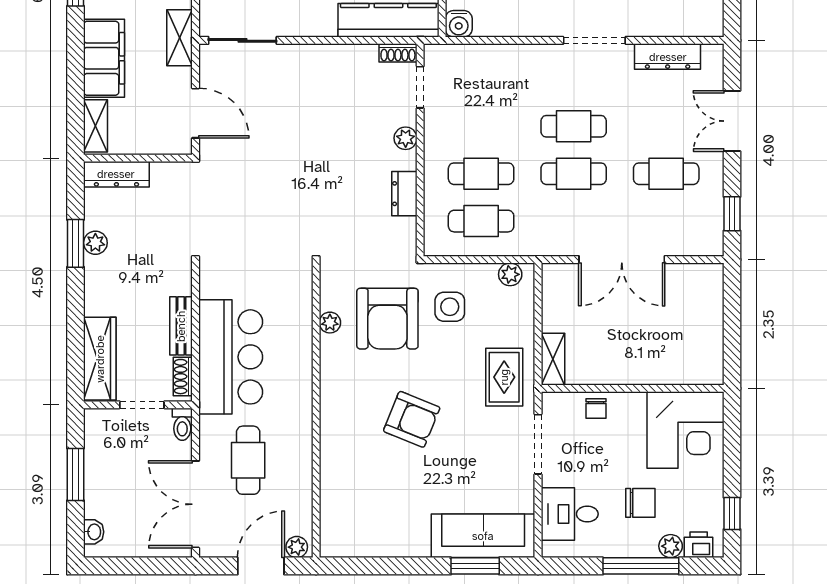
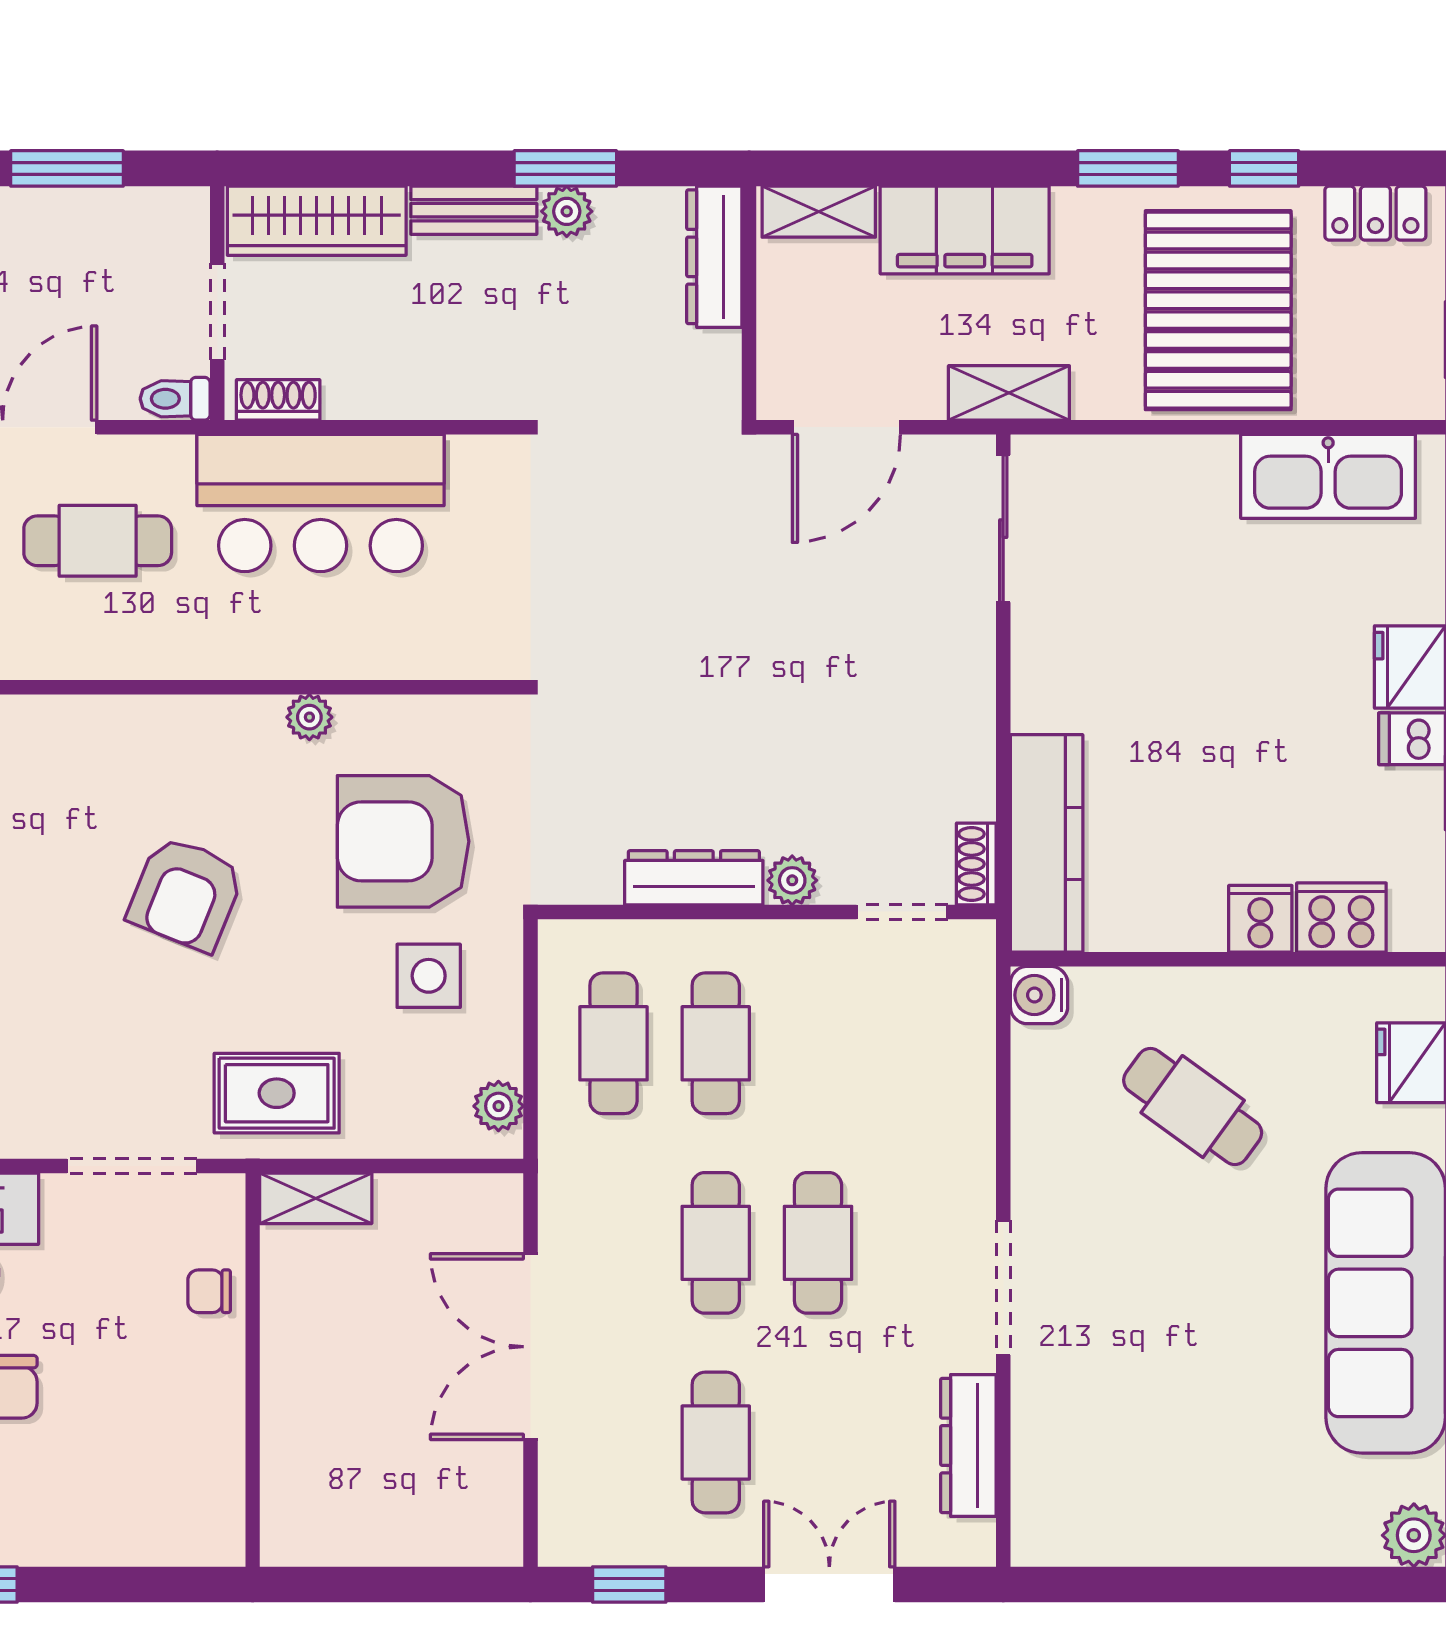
dresser: (404, 194) -> (694, 878), width x1.44
plant: (330, 323) -> (309, 717), moved
bench: (181, 326) -> (474, 210), moved
corner desk: (685, 430) -> (163, 1484), removed

